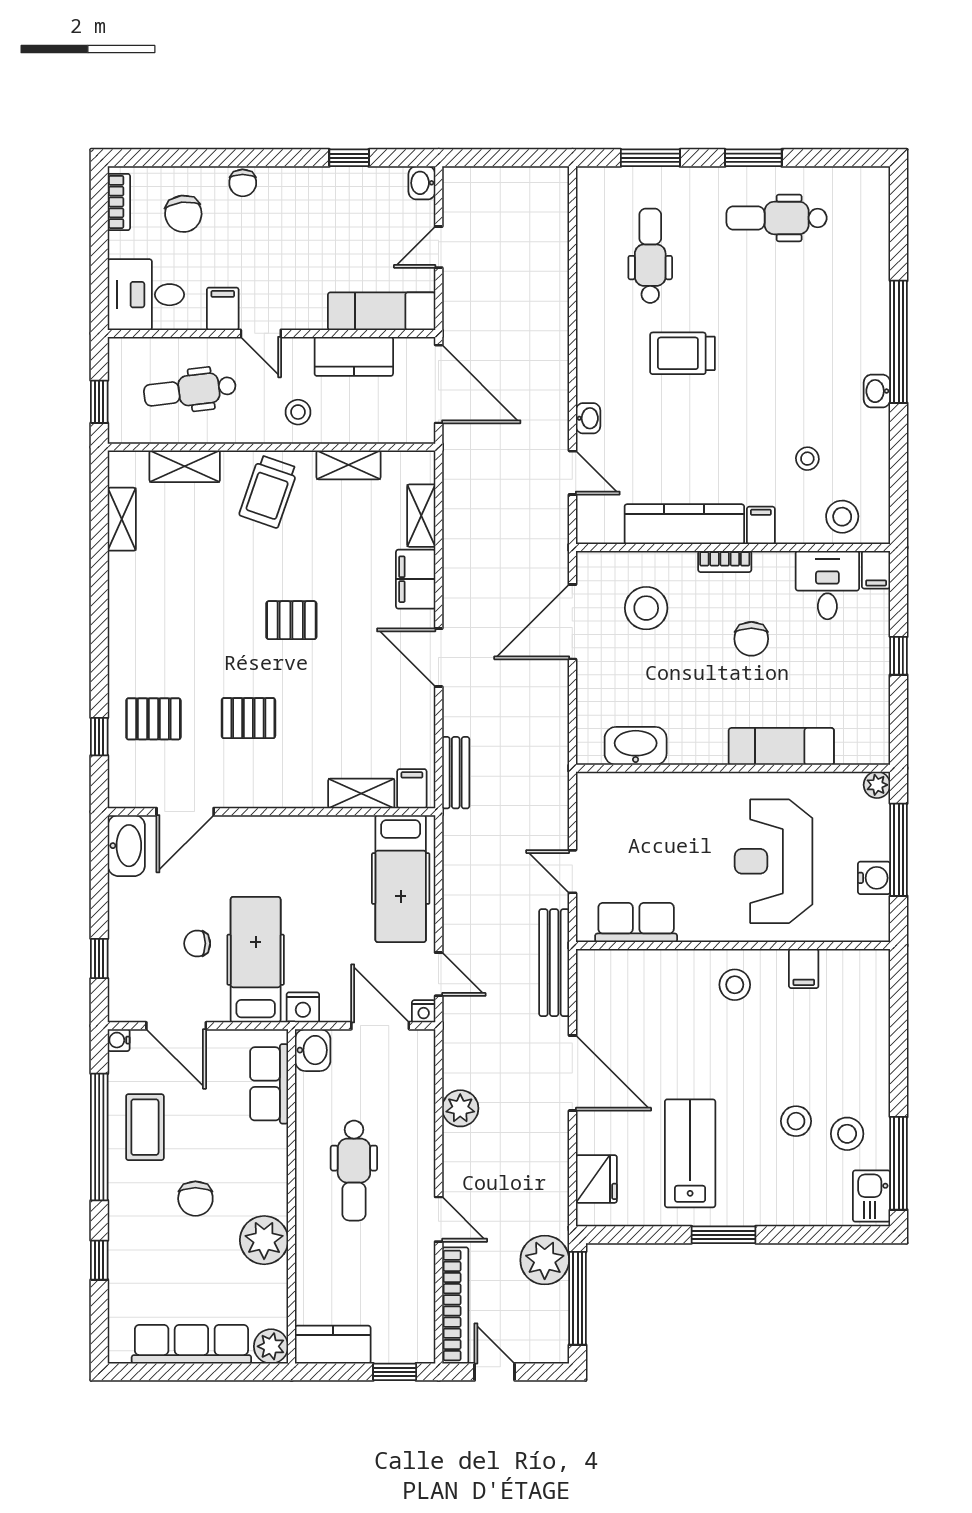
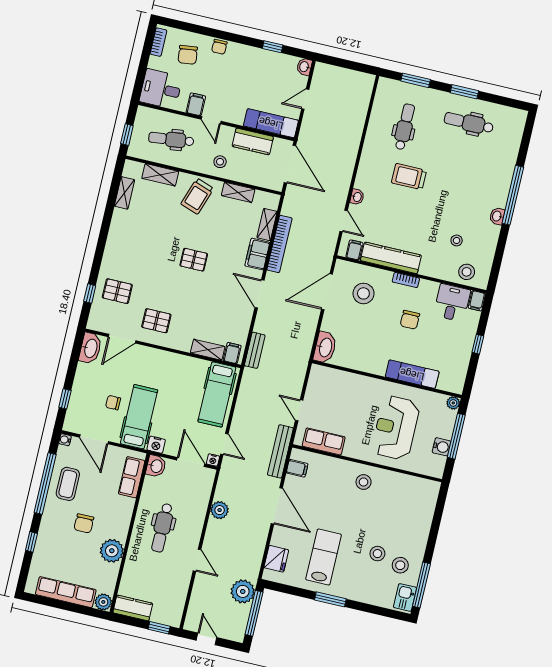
filing cabinet: (761, 525) -> (354, 250), moved
pallet: (248, 718) -> (156, 321), moved
washbasin: (636, 746) -> (325, 347), moved, turned 90
filing cabinet: (804, 969) -> (297, 468), moved, turned -90
bookcase: (455, 1305) -> (279, 244), moved

